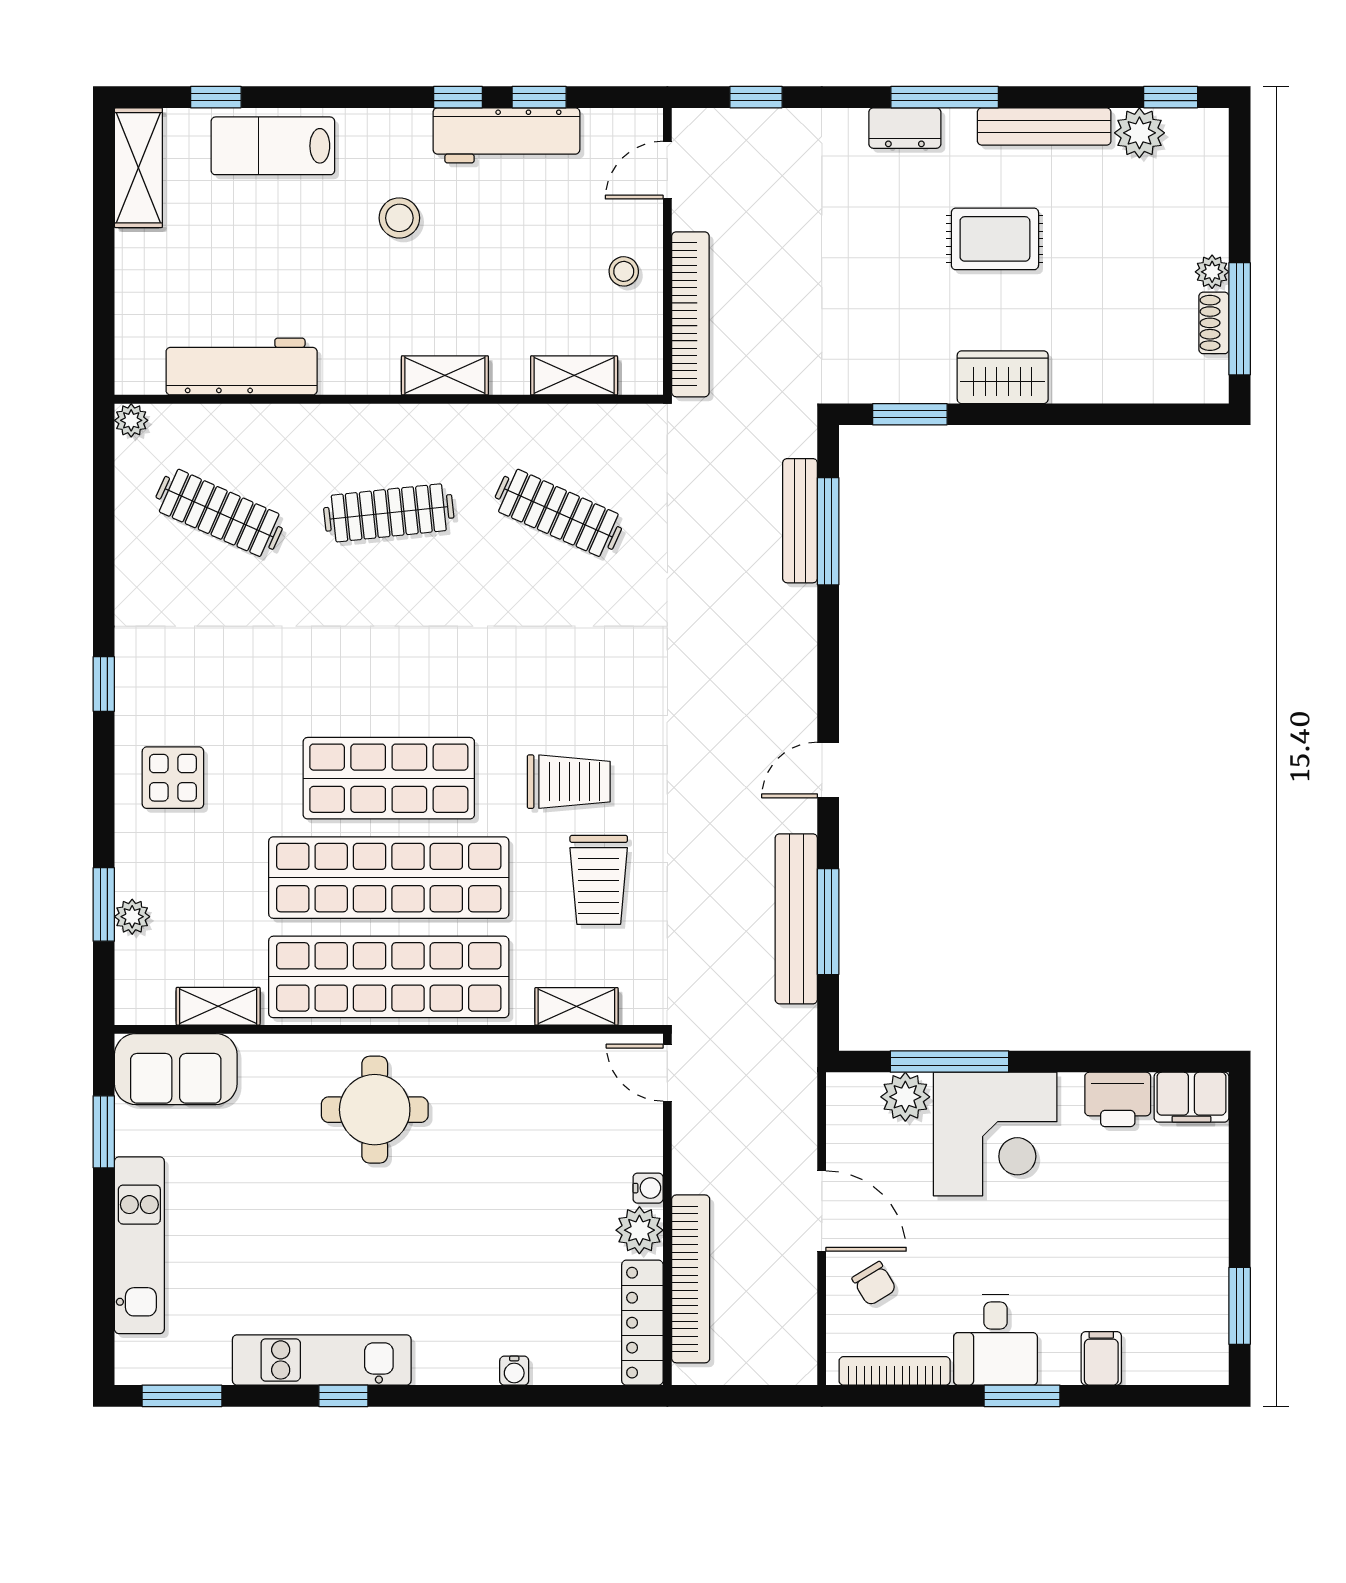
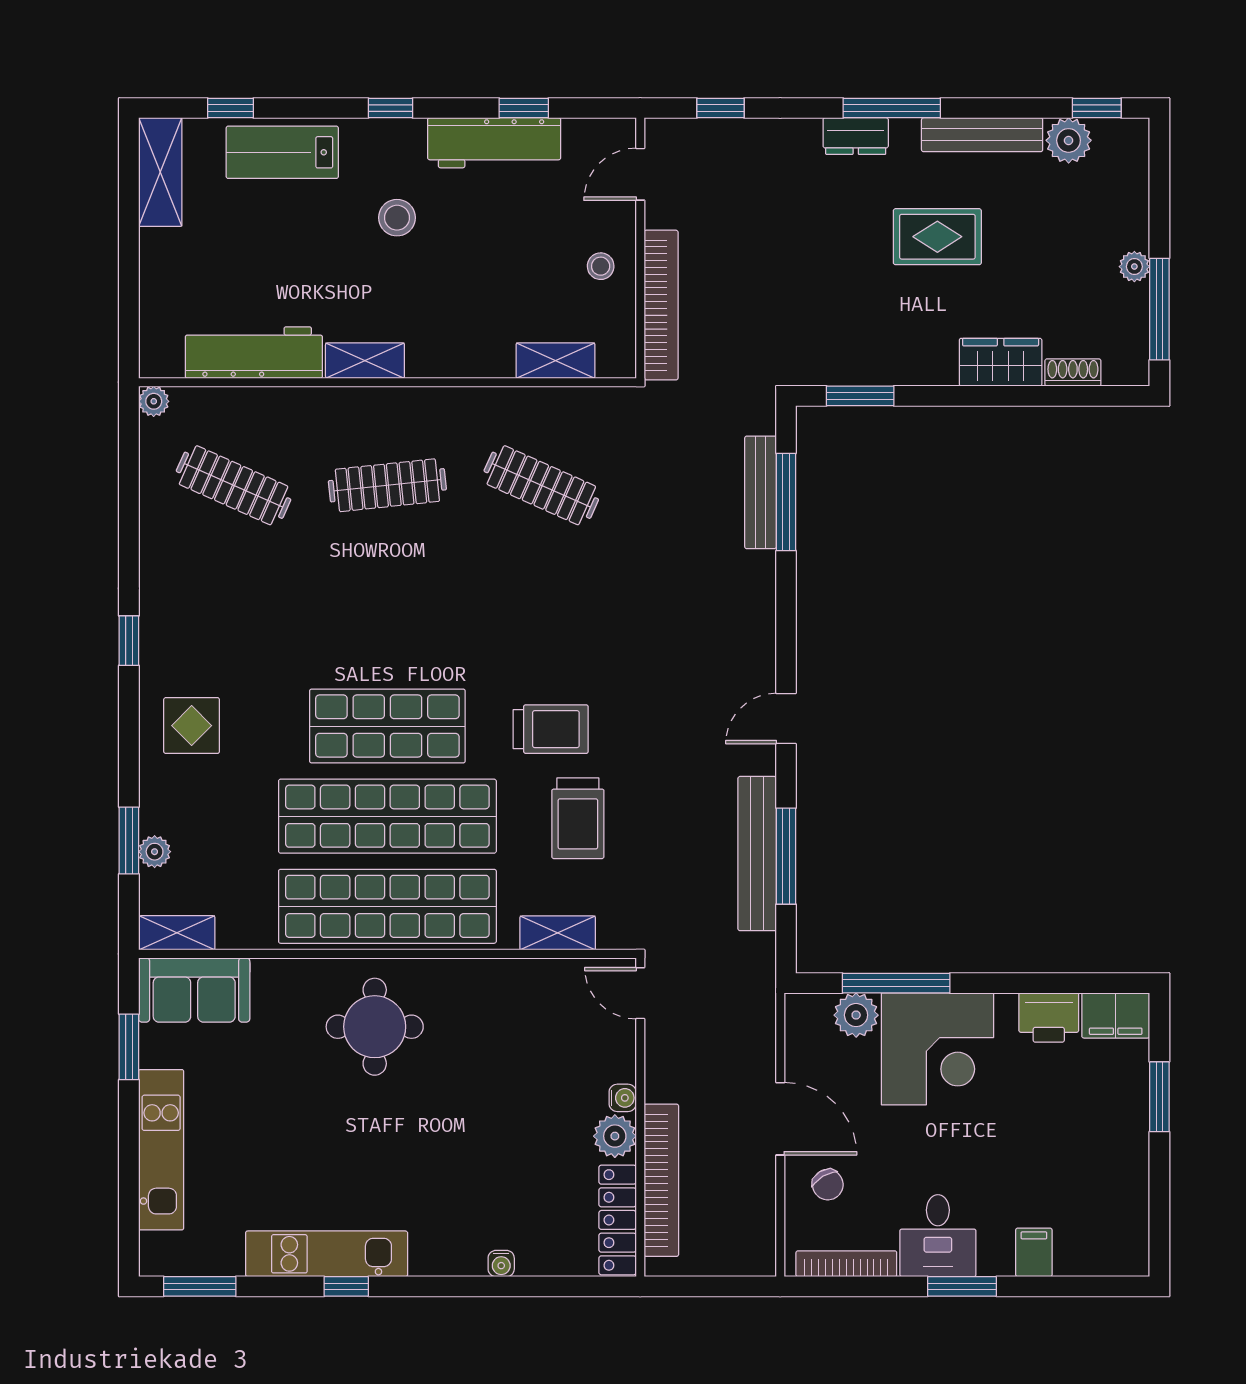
window: (458, 97) -> (391, 108), moved
shoe rack: (1214, 323) -> (1073, 372), moved, turned 90
shelving: (445, 375) -> (365, 361), moved
wardrobe: (1003, 377) -> (1001, 362), moved
shelving: (218, 1006) -> (177, 933), moved
window: (1240, 1306) -> (1159, 1097), moved

